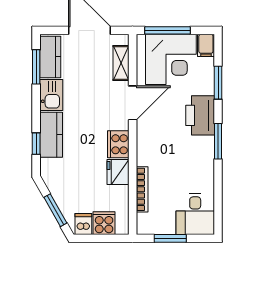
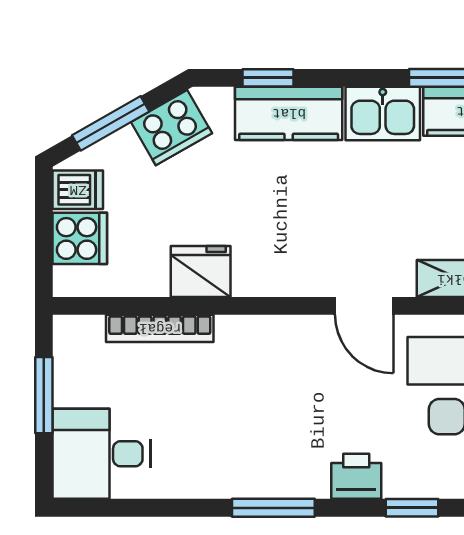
window: (218, 83) -> (412, 508), width x0.67
door: (133, 103) -> (364, 306), width x0.73
printer: (200, 115) -> (356, 476), width x0.53, depth x0.68
cooker: (118, 144) -> (172, 128), moved, turned 150

